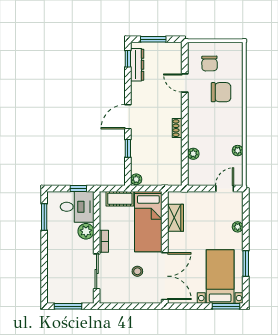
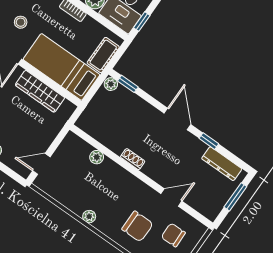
window: (128, 59) -> (209, 141), moved
chair: (221, 92) -> (137, 226), turned -90
window: (128, 148) -> (128, 84), moved
plant: (238, 151) -> (89, 217), moved
door: (225, 188) -> (41, 164), swing flipped
wardrobe: (175, 218) -> (40, 91), width x1.50

